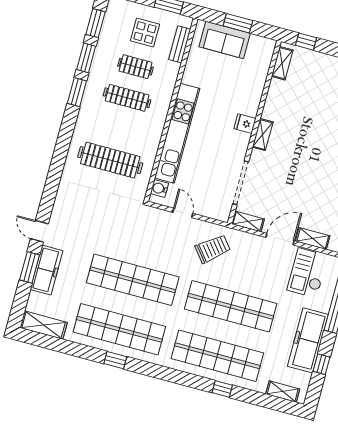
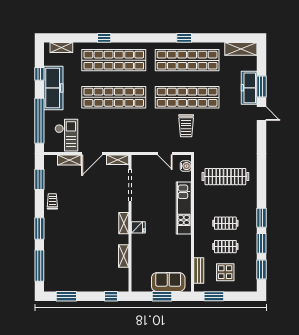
shelving: (282, 63) -> (124, 256), moved
clothes rail: (127, 98) -> (225, 223), width x0.73
kitchen unit: (177, 133) -> (184, 208), width x0.73
trolley: (213, 249) -> (186, 126), moved, turned -51

